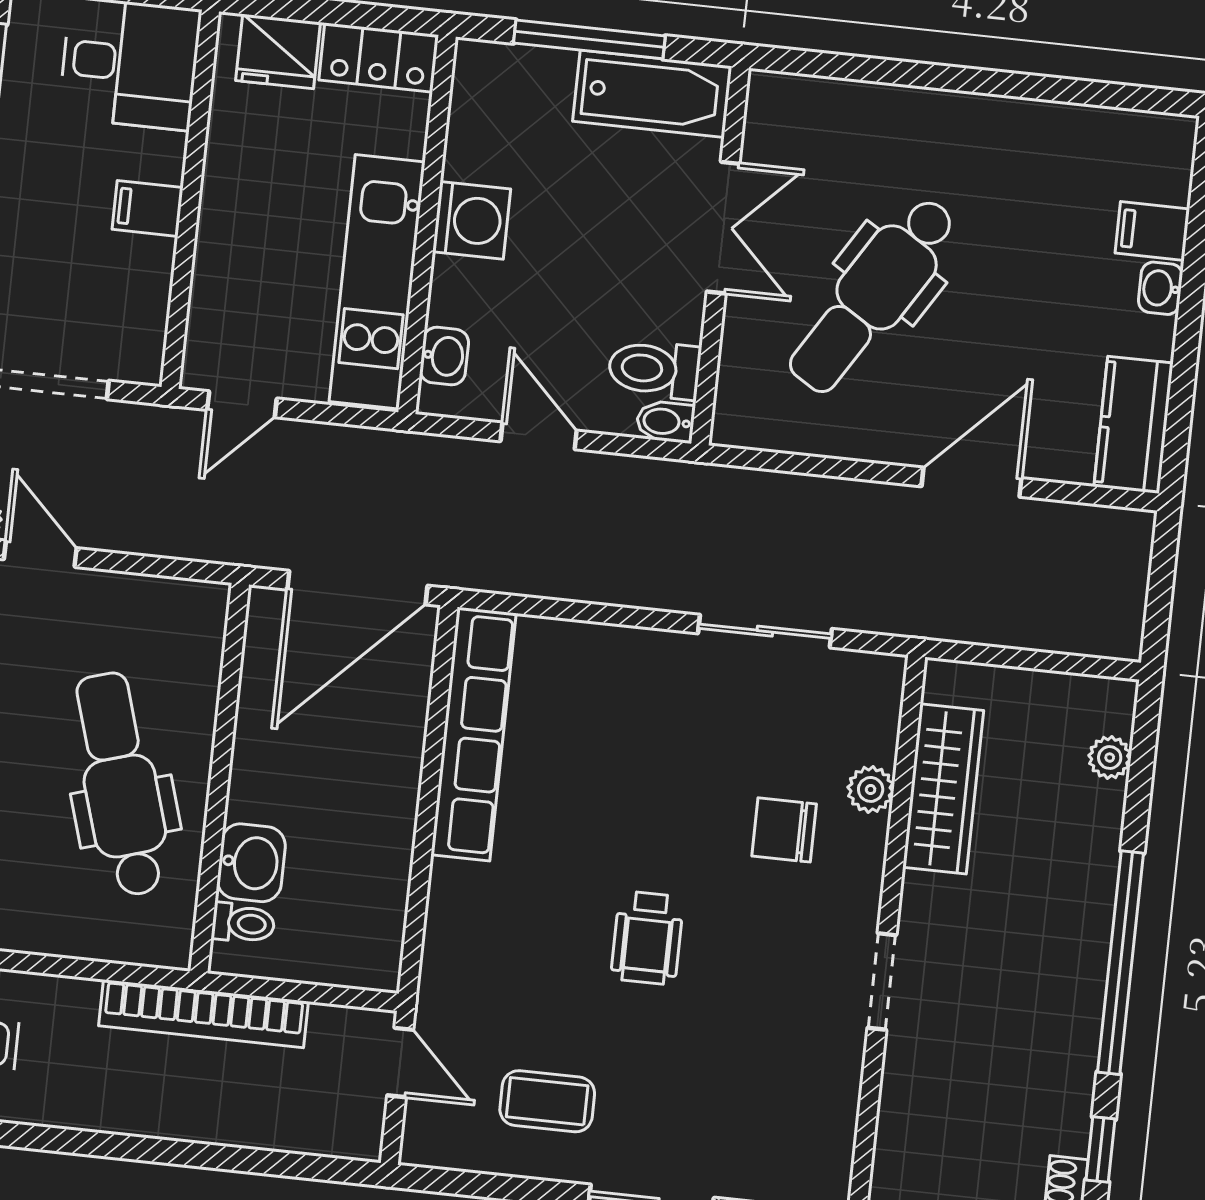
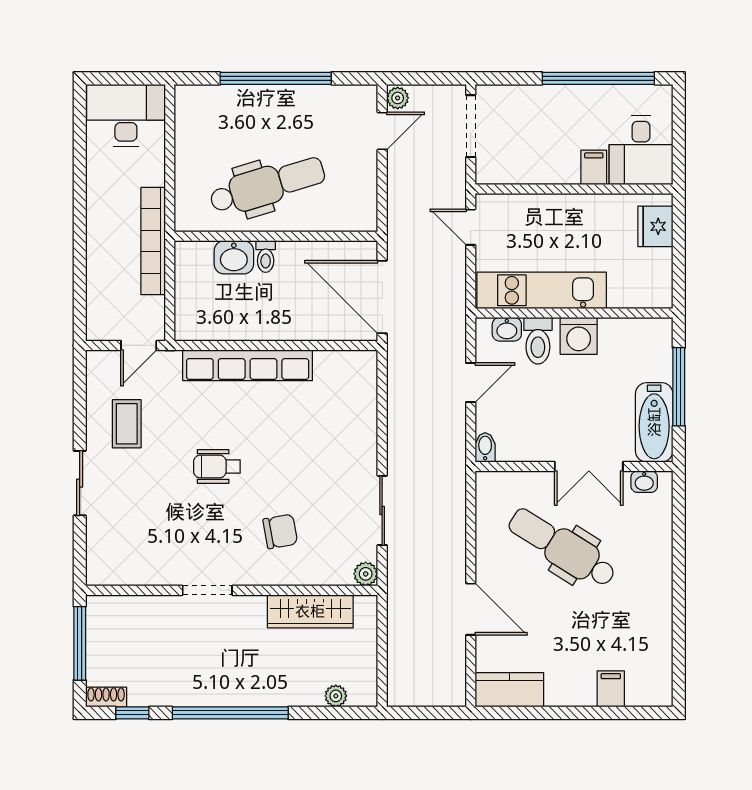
locker: (379, 57) -> (658, 279), removed
filing cabinet: (148, 208) -> (594, 167), moved
washbasin: (1160, 288) -> (644, 482), moved, turned 180
toilet: (654, 369) -> (538, 341), moved, turned 180
row of seats: (474, 734) -> (248, 365), moved
plant: (871, 789) -> (366, 574), moved
chair: (784, 830) -> (280, 531), turned 80
toilet: (243, 923) -> (266, 257), moved

